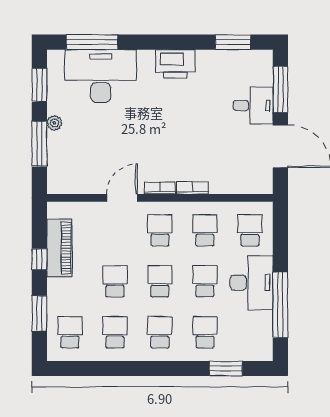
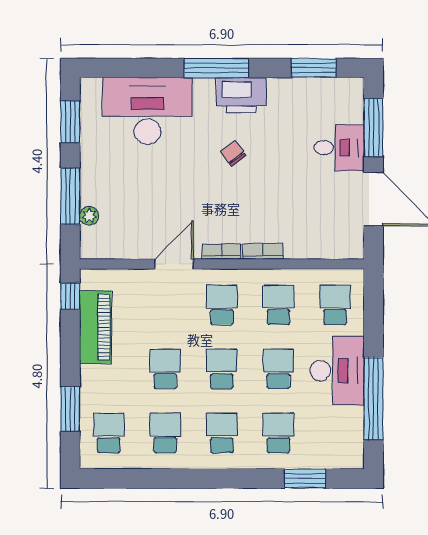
window: (92, 42) -> (217, 68), moved
chair: (169, 110) -> (233, 153), added
plant: (54, 123) -> (89, 216), moved
window: (39, 259) -> (70, 296), moved

